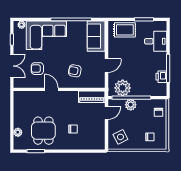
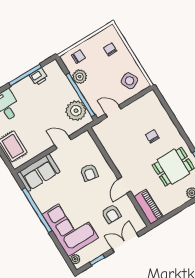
piano: (92, 97) -> (148, 207), moved
plant: (131, 105) -> (80, 77), moved

